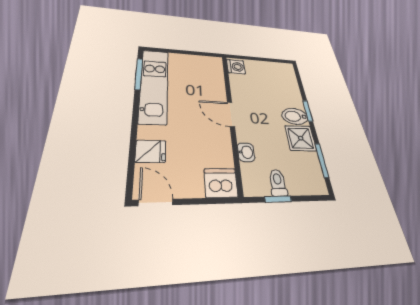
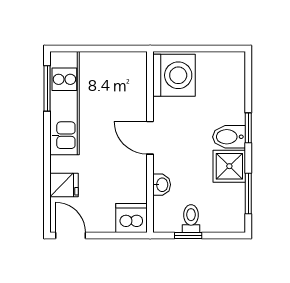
washing machine: (236, 67) -> (174, 75), width x1.89, depth x1.89

